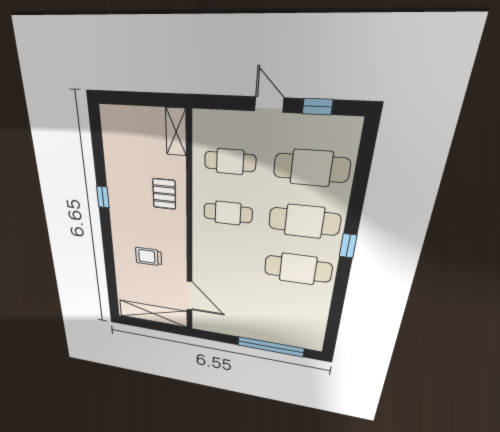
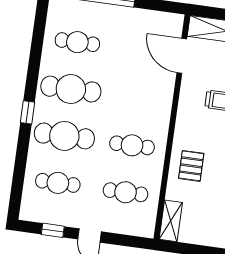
cafe table: (311, 168) -> (58, 183), width x0.73, depth x0.74
cafe table: (292, 311) -> (77, 42), added

